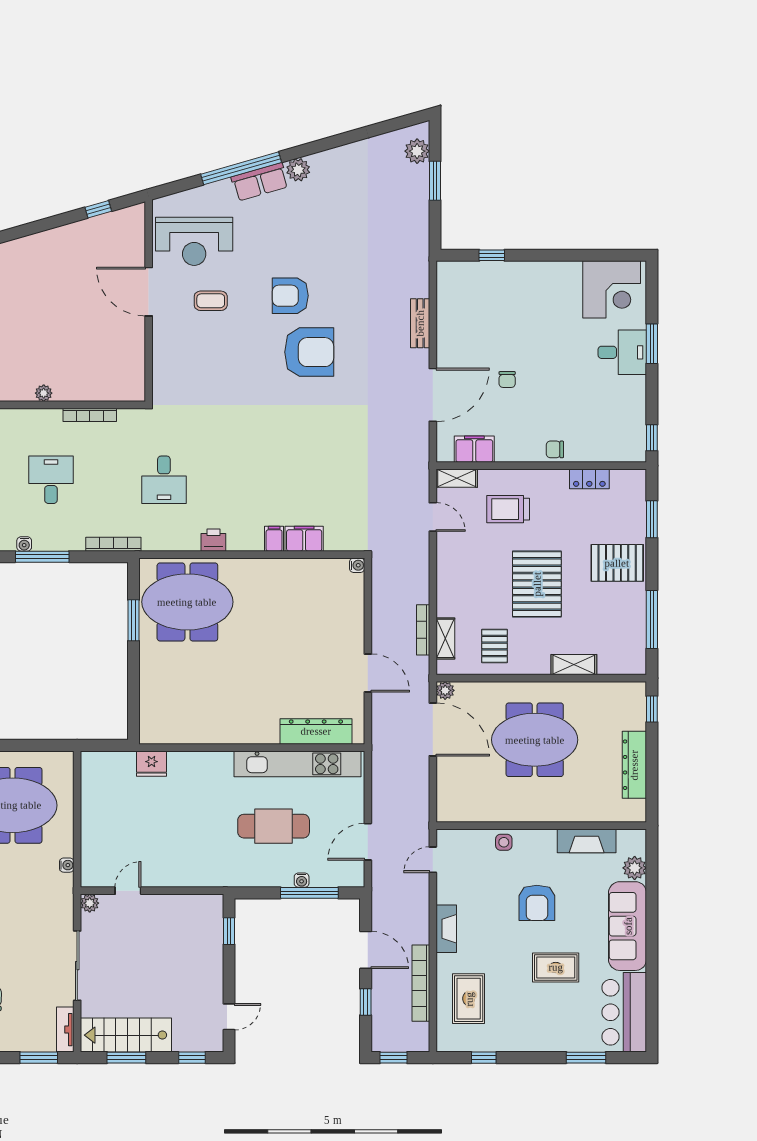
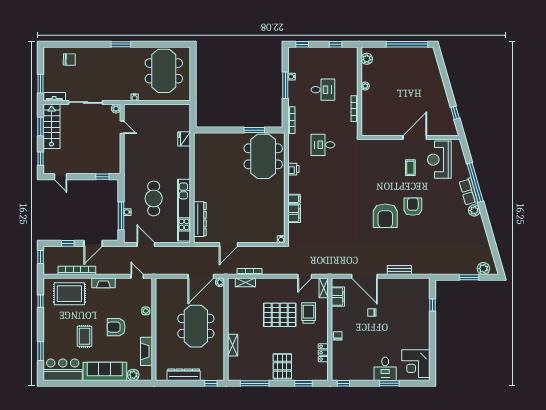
pallet: (537, 584) -> (280, 315), moved
pallet: (494, 646) -> (242, 306), removed
rug: (469, 999) -> (69, 294), width x1.36, depth x1.43

